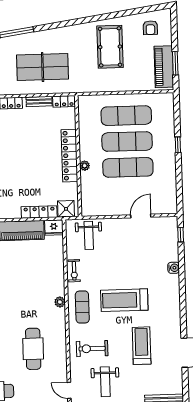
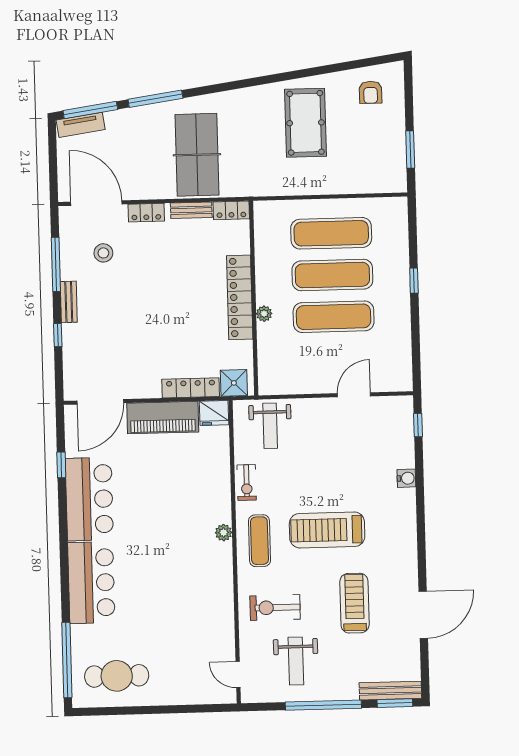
table tennis table: (43, 67) -> (197, 155), turned 90
piano: (164, 67) -> (392, 155), removed
cafe table: (33, 349) -> (180, 608), removed

